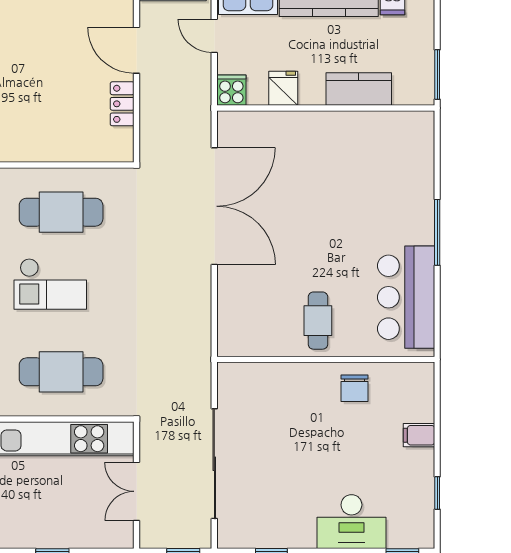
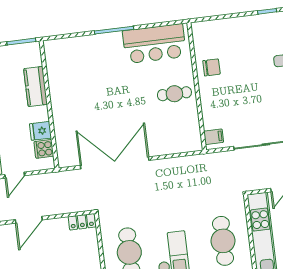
cooker: (231, 90) -> (44, 149), moved
locker: (122, 104) -> (82, 222), moved
filing cabinet: (419, 435) -> (214, 137), moved, turned -90

